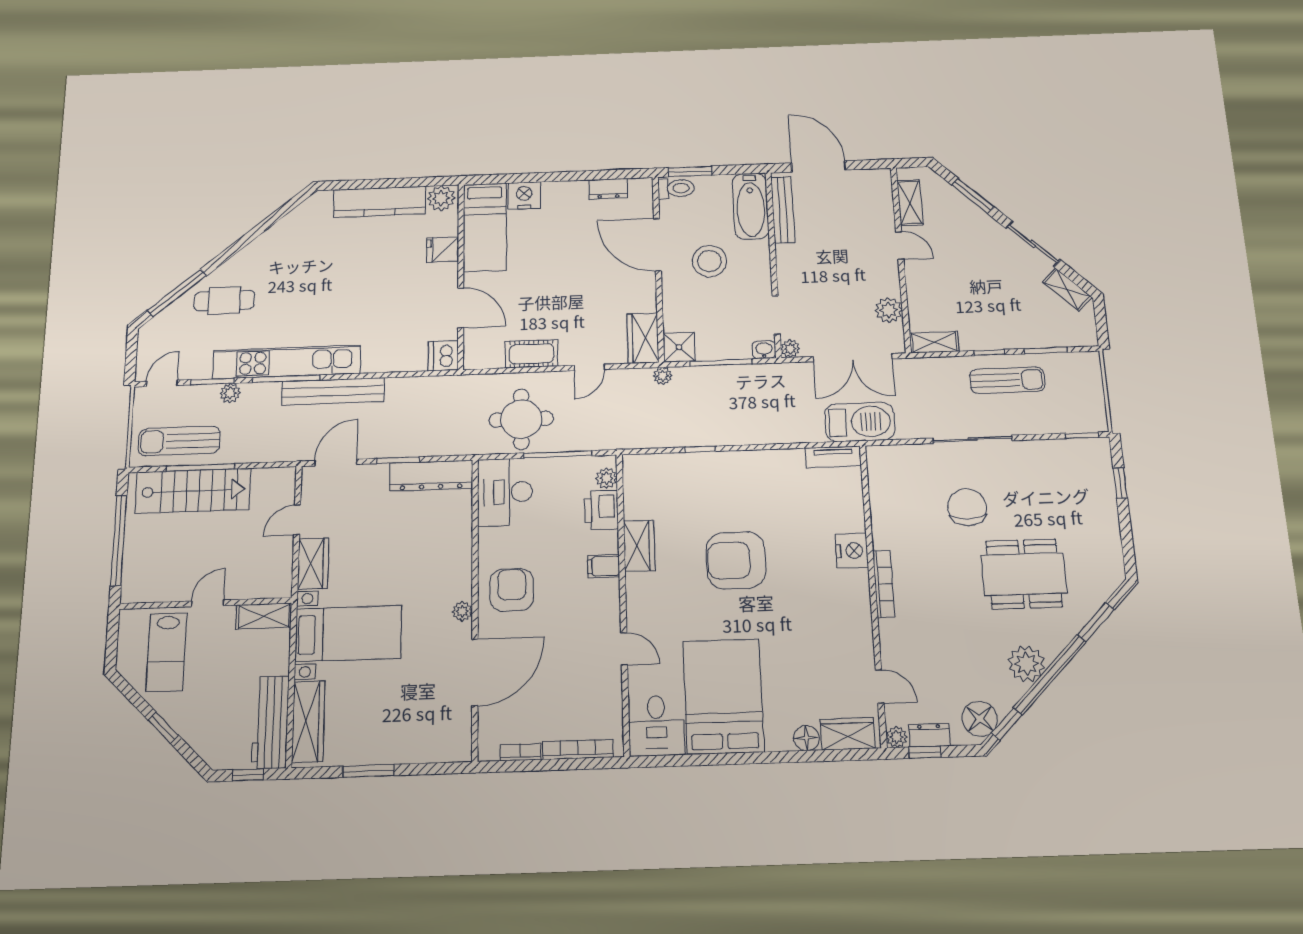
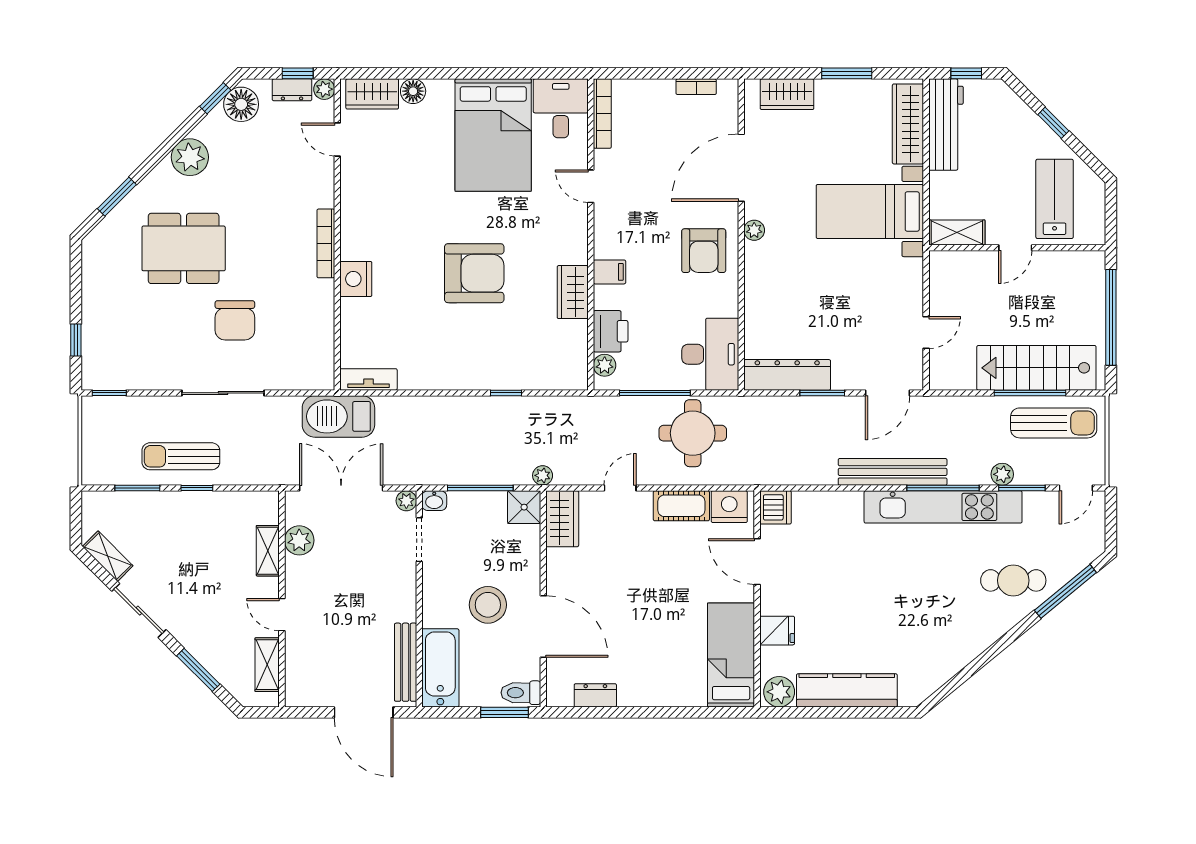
nightstand: (524, 196) -> (729, 507), moved, turned 180
shelving: (934, 342) -> (268, 551), moved, turned 90
wardrobe: (313, 563) -> (787, 94), moved, turned -90
bookcase: (578, 749) -> (602, 114), moved, turned -90

